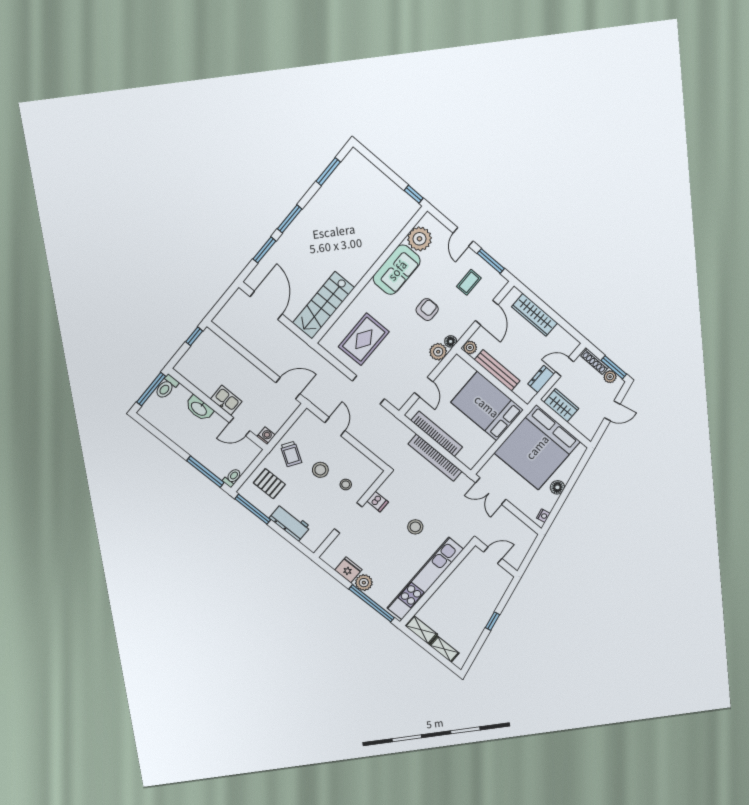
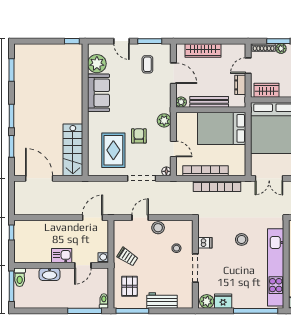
armchair: (427, 310) -> (139, 136), moved
floor lamp: (451, 341) -> (166, 171), moved
door: (335, 427) -> (140, 218), hinge flipped
stool: (320, 470) -> (158, 228), moved
pallet: (269, 484) -> (129, 286), turned 90
plant: (364, 583) -> (207, 301), moved

